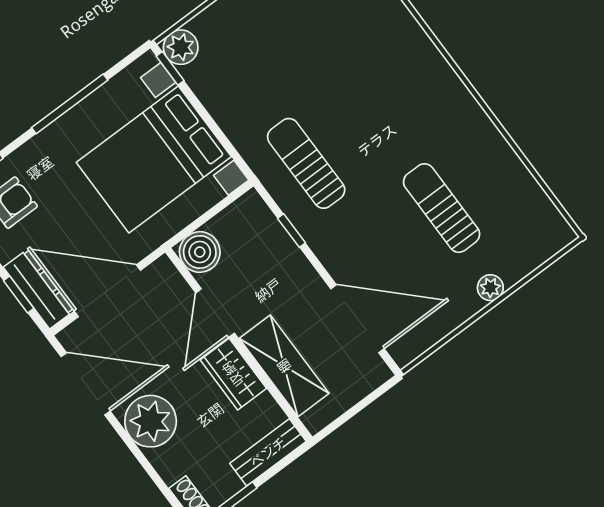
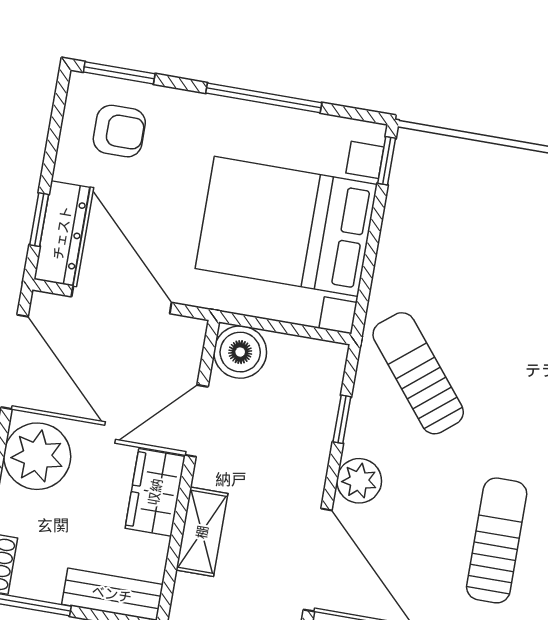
plant: (181, 47) -> (359, 481), moved
sun lounger: (306, 163) -> (418, 373), turned -39
shelving: (284, 366) -> (202, 532), width x0.67, depth x0.75

